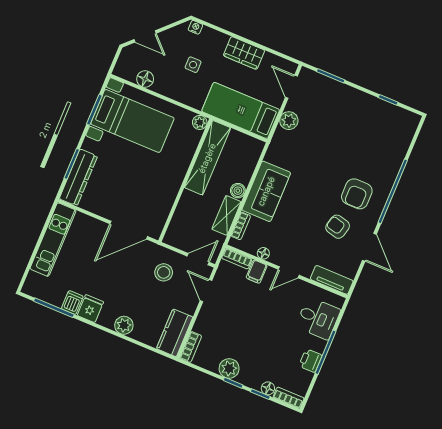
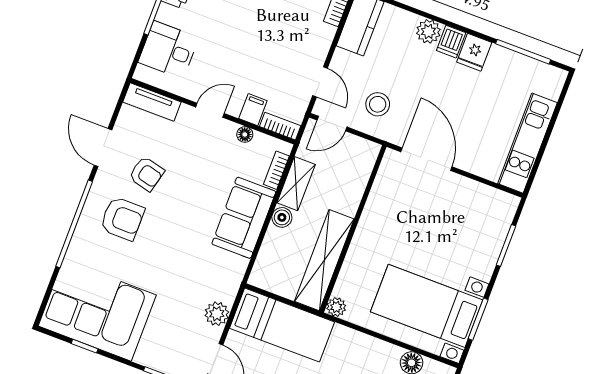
corner sofa: (378, 126) -> (97, 310), added
dresser: (78, 177) -> (496, 228), removed
armchair: (357, 194) -> (122, 219), turned 90
door: (129, 230) -> (426, 159), hinge flipped
dishwasher: (72, 303) -> (451, 42), moved

